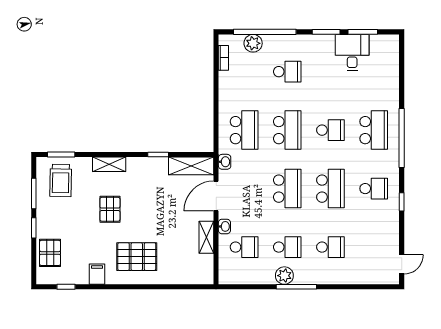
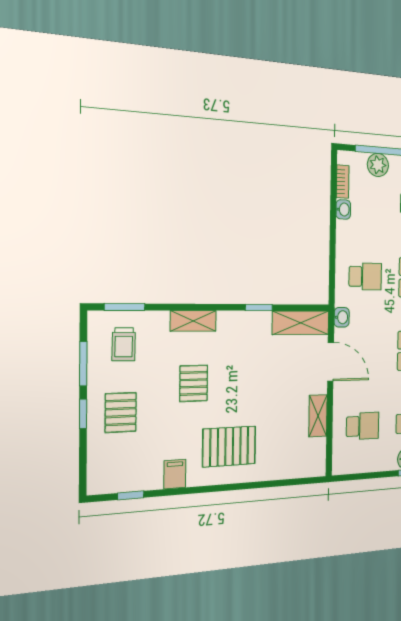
school desk: (244, 130) -> (365, 277), width x0.54
trolley: (61, 180) -> (124, 344), width x0.73, depth x0.72
door: (216, 196) -> (331, 362), swing flipped
washbasin: (224, 226) -> (343, 209), moved
pallet: (50, 253) -> (121, 413), moved

